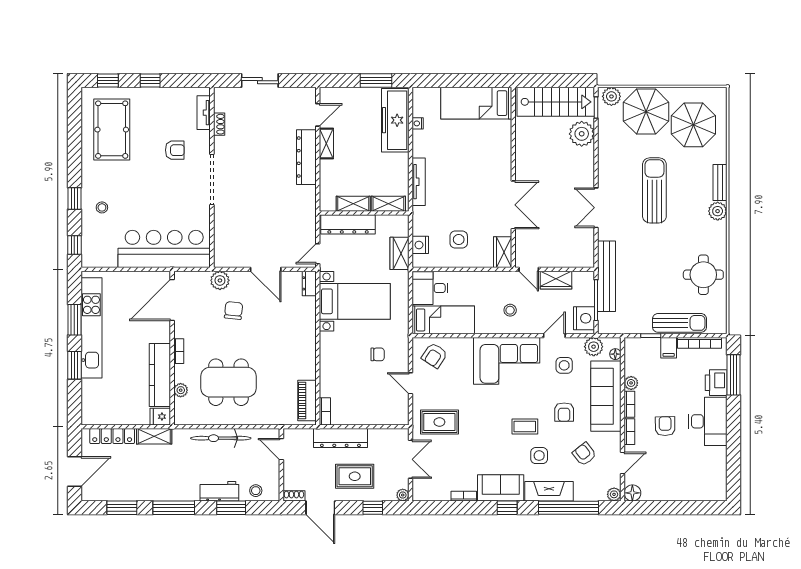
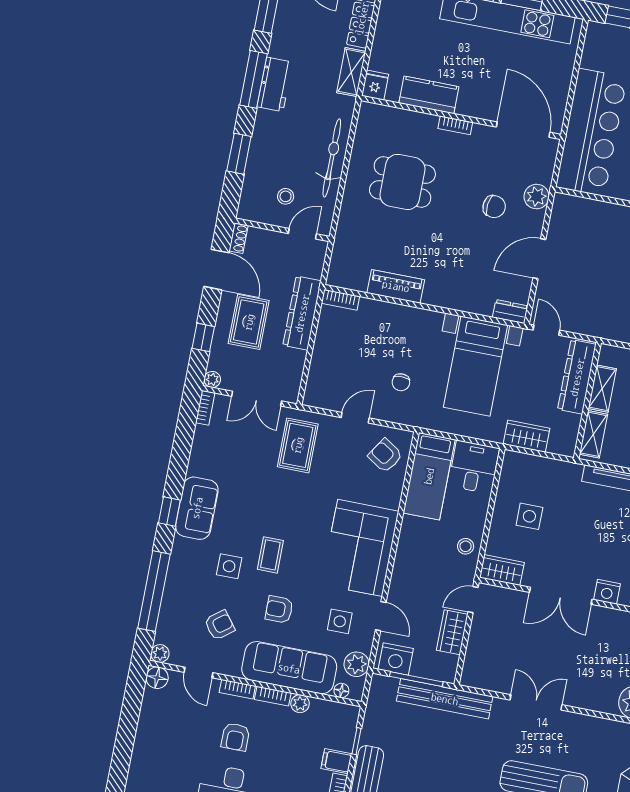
nightstand: (420, 245) -> (607, 592), moved, turned 180
stool: (510, 310) -> (466, 546), moved
kitchen counter: (160, 375) -> (429, 95), width x0.67
dining table: (228, 382) -> (402, 182), width x0.73
plant: (181, 390) -> (404, 118), removed
piano: (307, 401) -> (396, 286), moved
armchair: (665, 426) -> (235, 737), turned 91
workbench: (219, 491) -> (275, 84), moved
stool: (256, 491) -> (286, 196), moved
fireplace: (549, 491) -> (180, 570), removed
bookcase: (464, 496) -> (205, 408), moved
door: (320, 508) -> (216, 270), swing flipped

